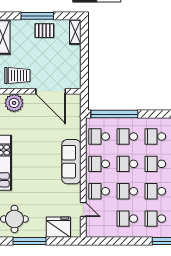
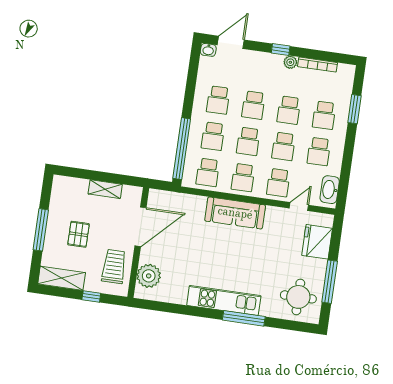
pallet: (44, 31) -> (78, 234), moved
shelving: (75, 32) -> (105, 189), moved
washbasin: (99, 231) -> (330, 190), added

